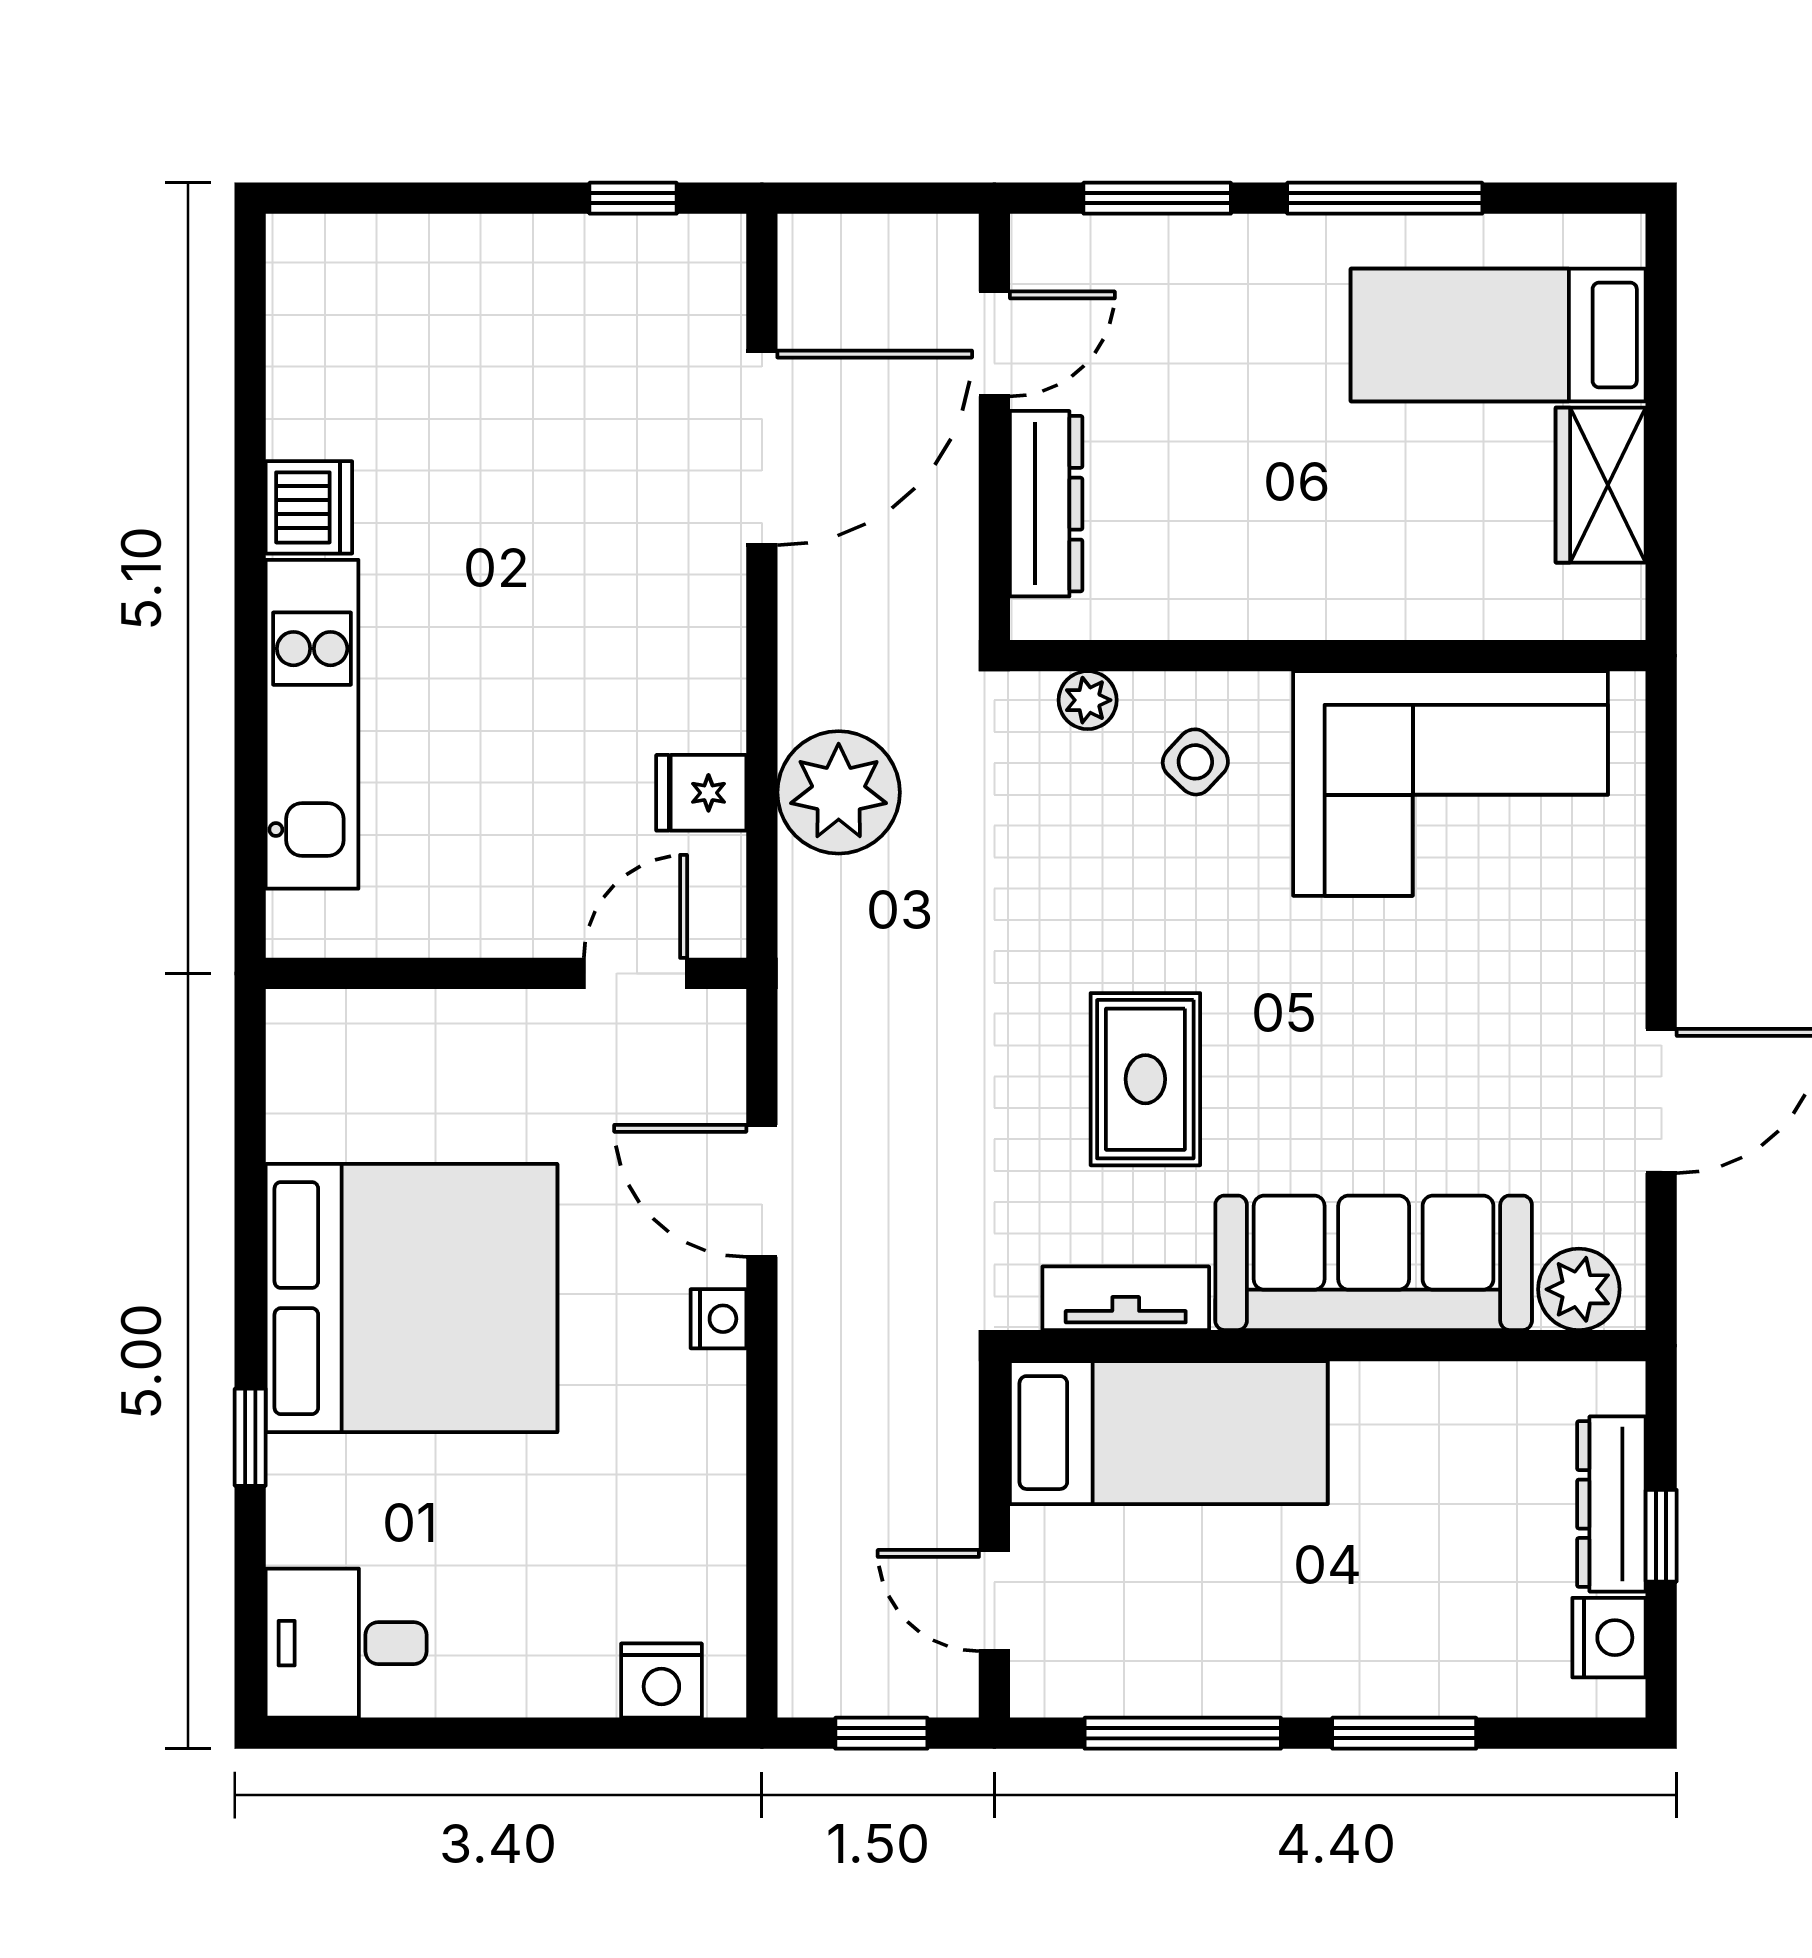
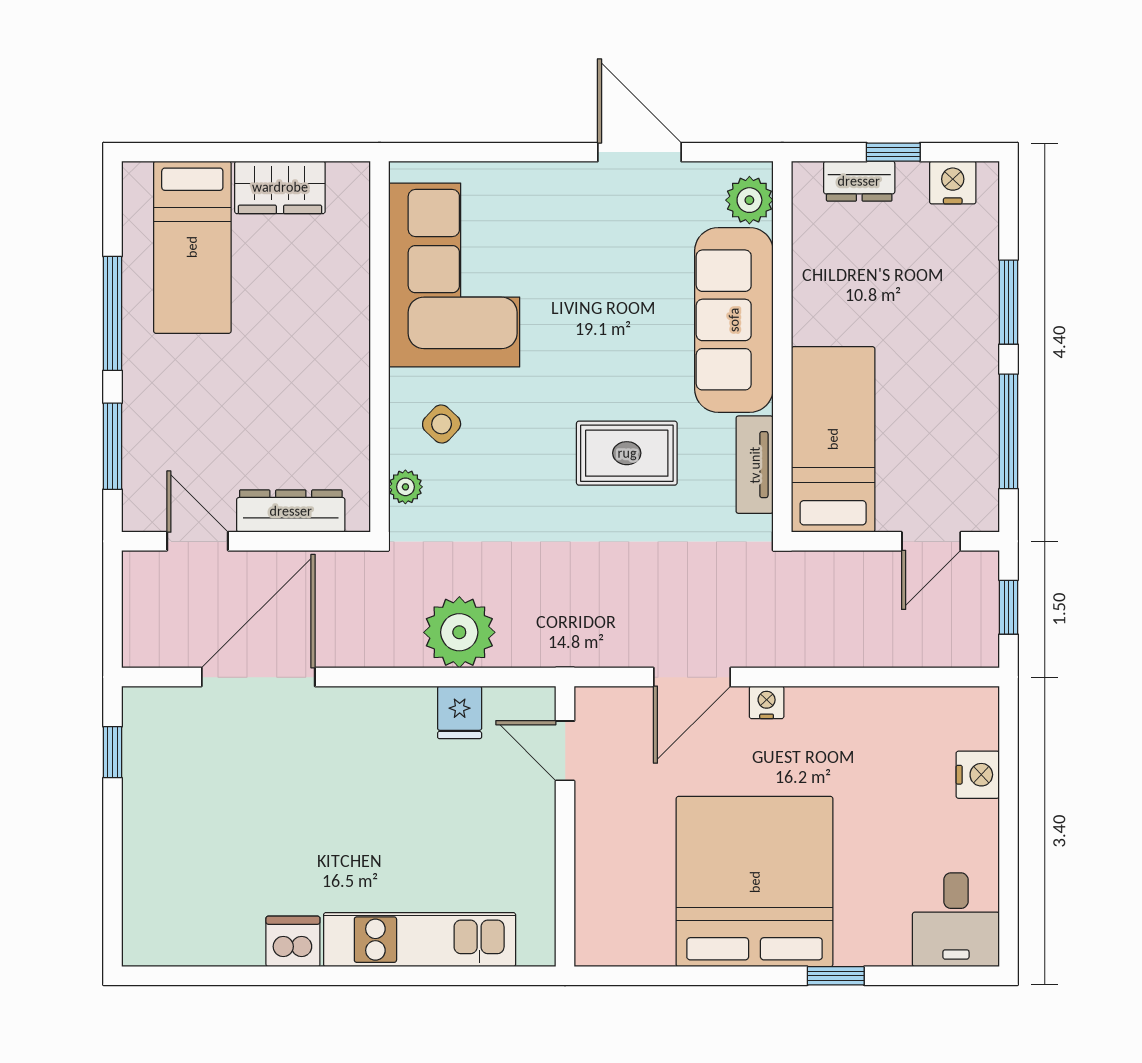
door: (762, 448) -> (258, 677), hinge flipped
dresser: (1611, 1504) -> (859, 181), width x0.70
nightstand: (661, 1681) -> (978, 775), moved

